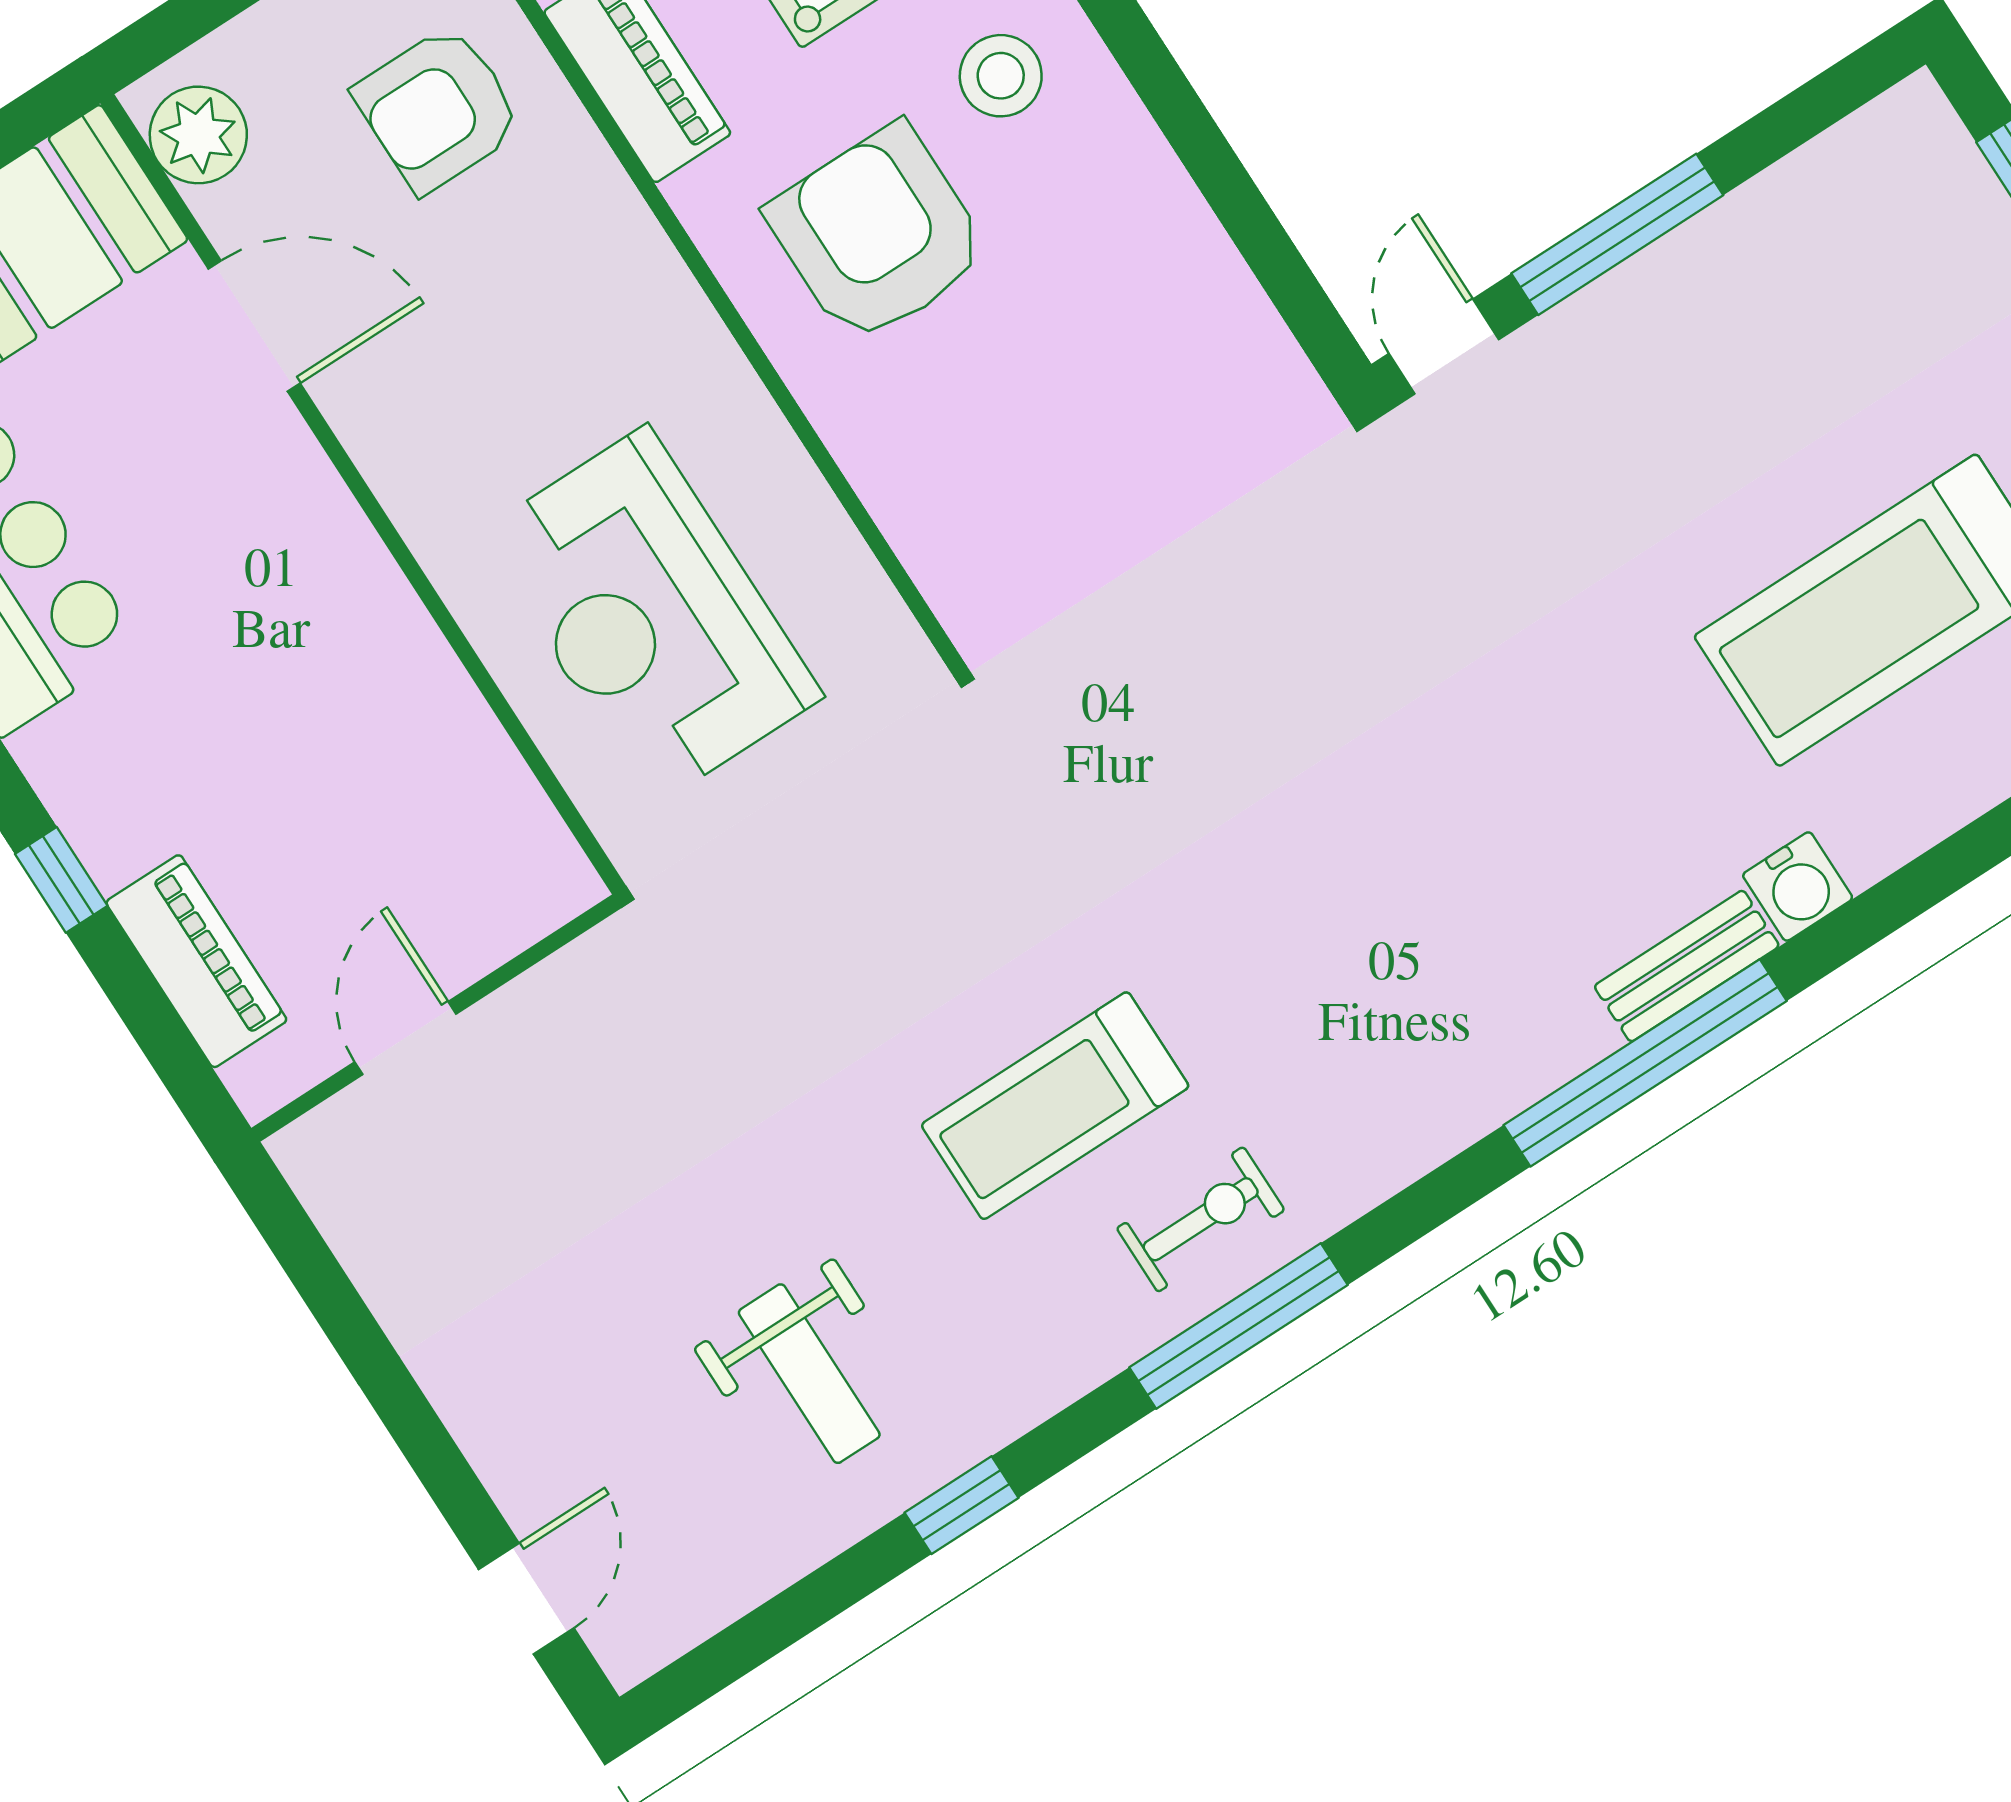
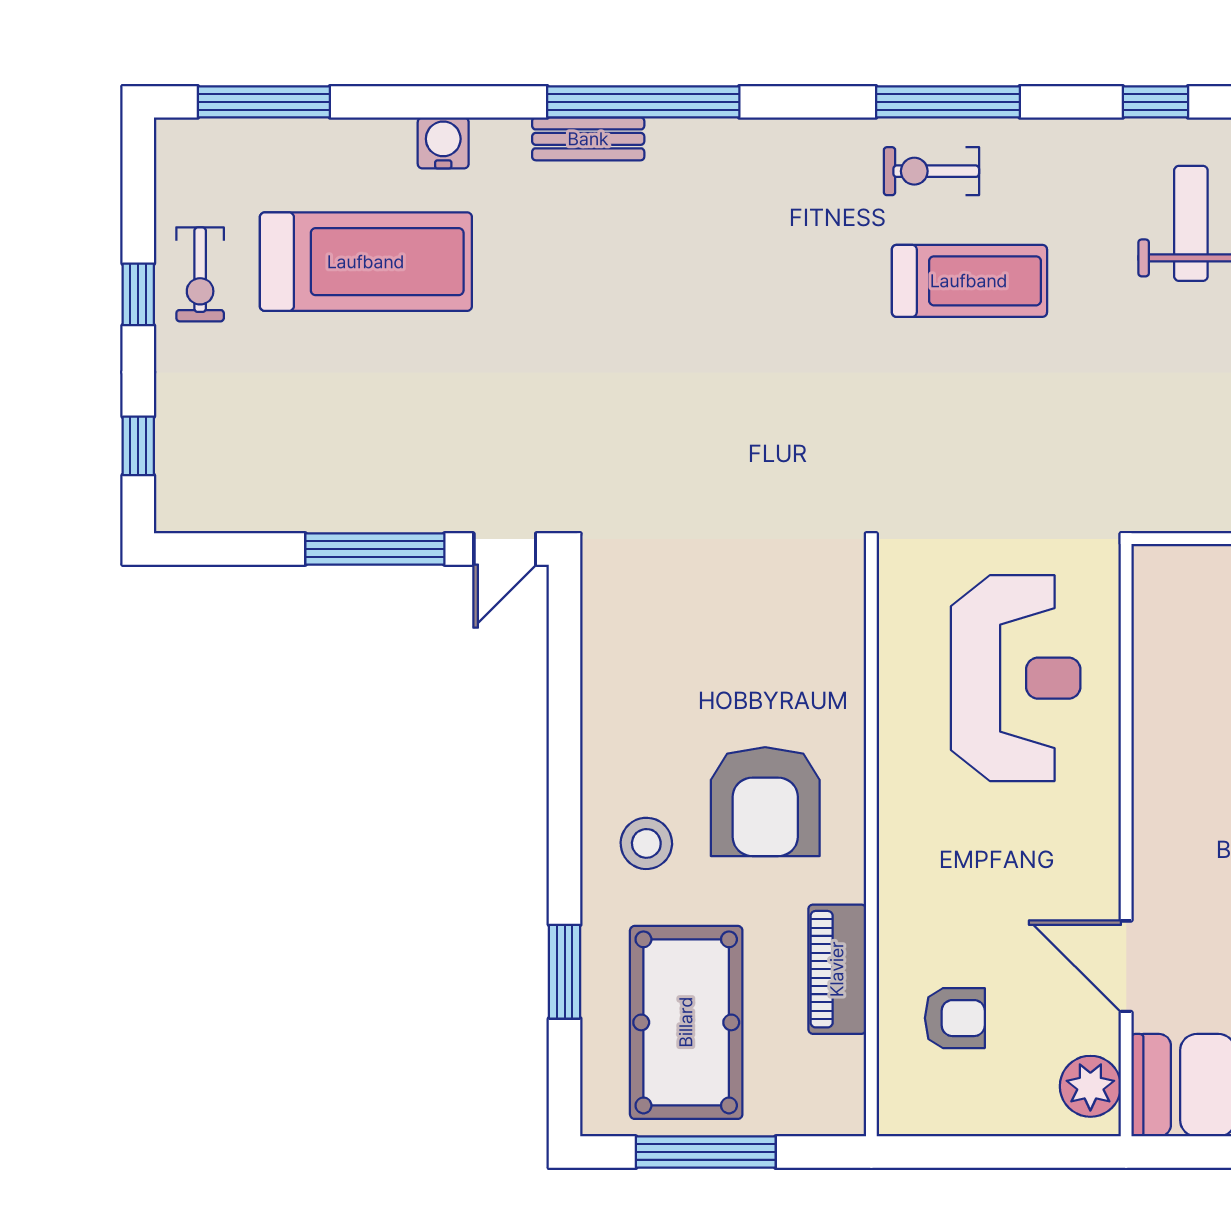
armchair: (438, 109) -> (955, 1018), width x0.72, depth x0.72
water cooler: (1798, 886) -> (443, 143), moved

